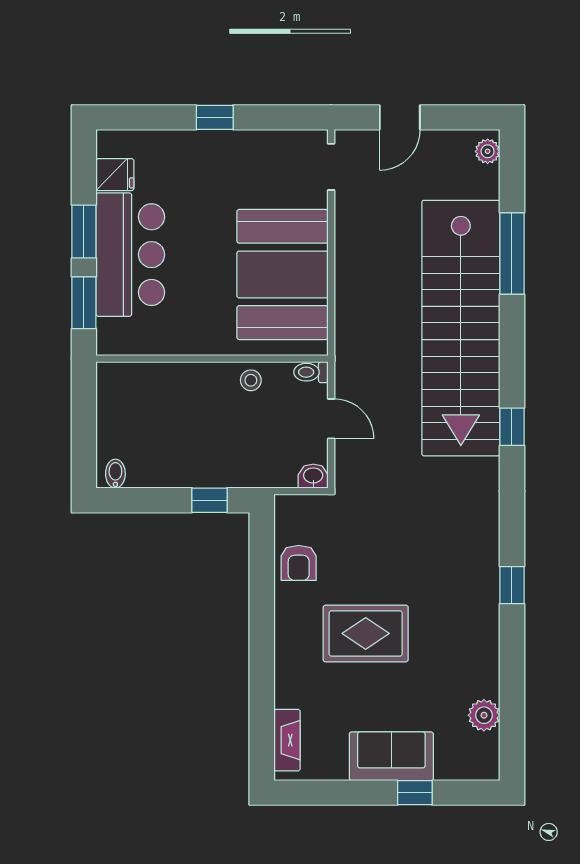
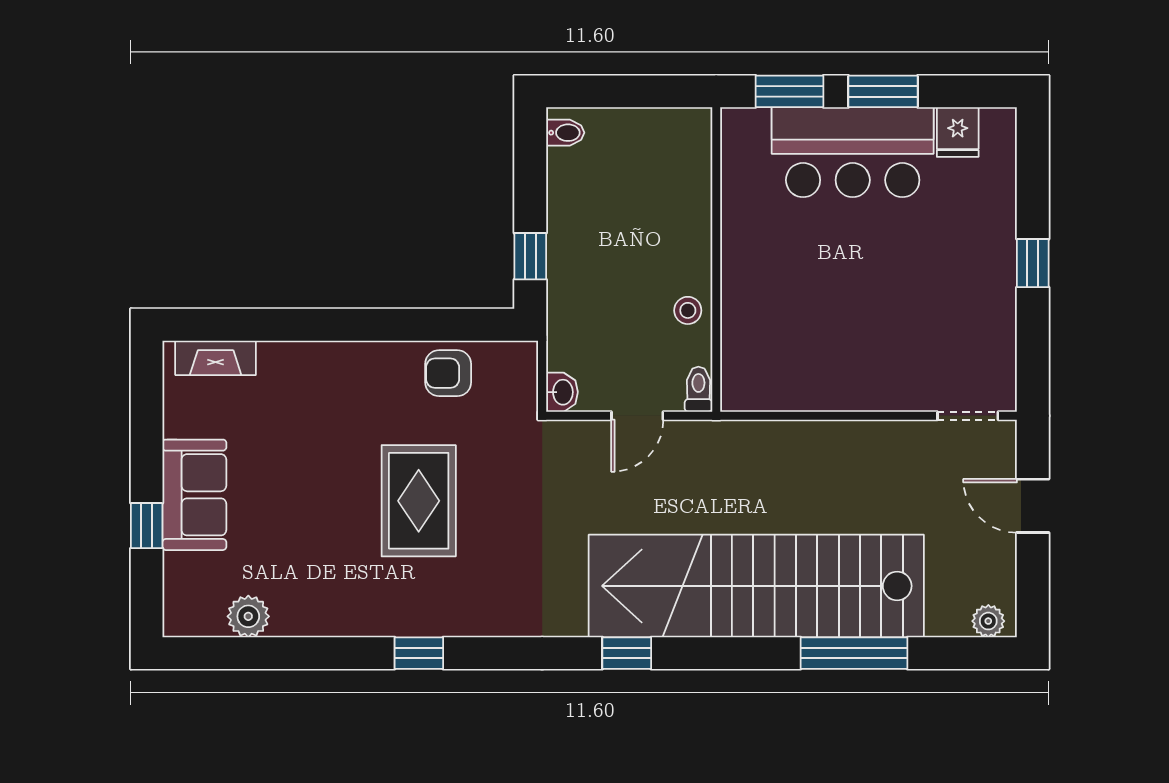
booth: (282, 274) -> (827, 352), removed
rug: (366, 633) -> (419, 501), moved

